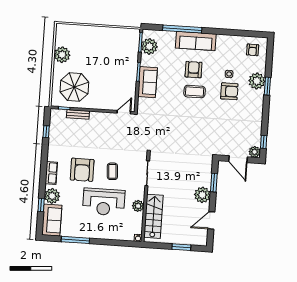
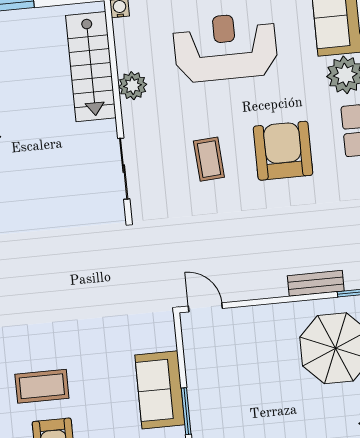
door: (124, 112) -> (205, 307), swing flipped
reception desk: (104, 202) -> (225, 47), moved

